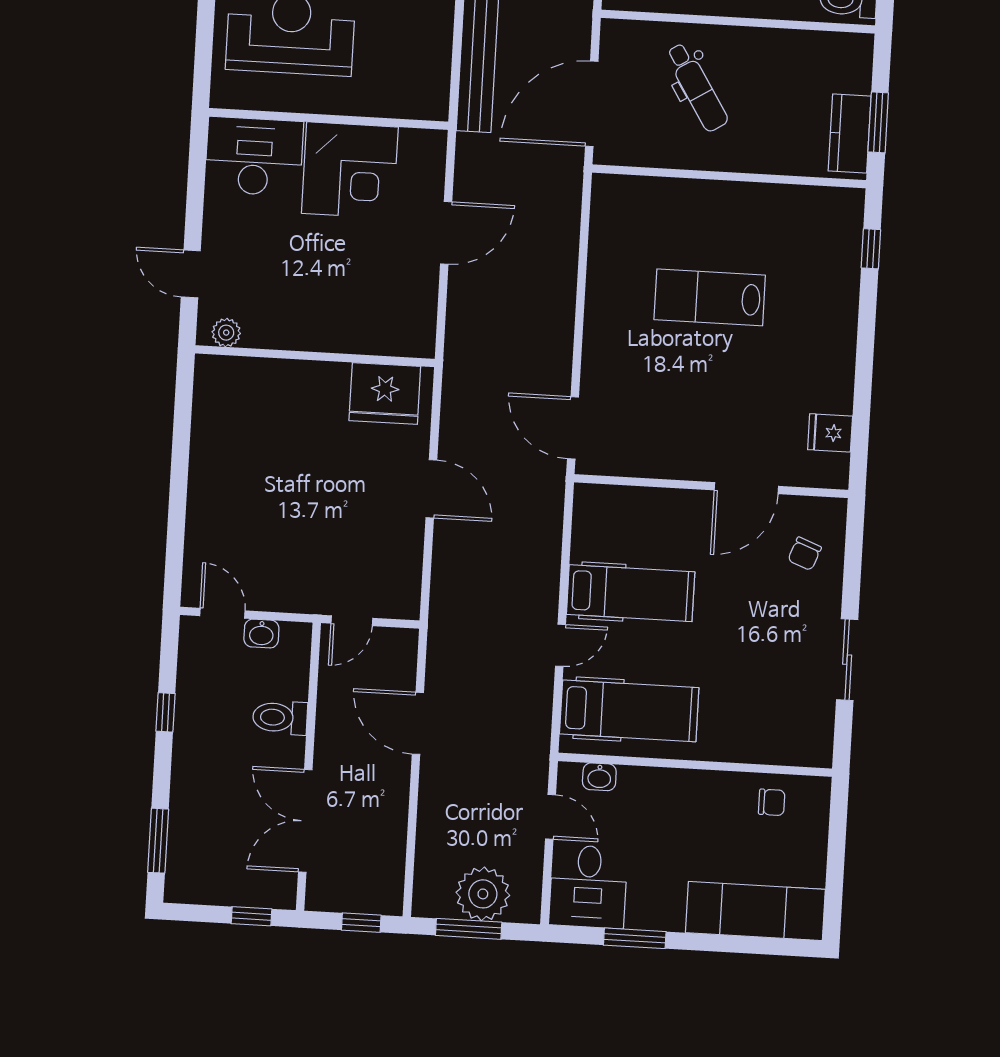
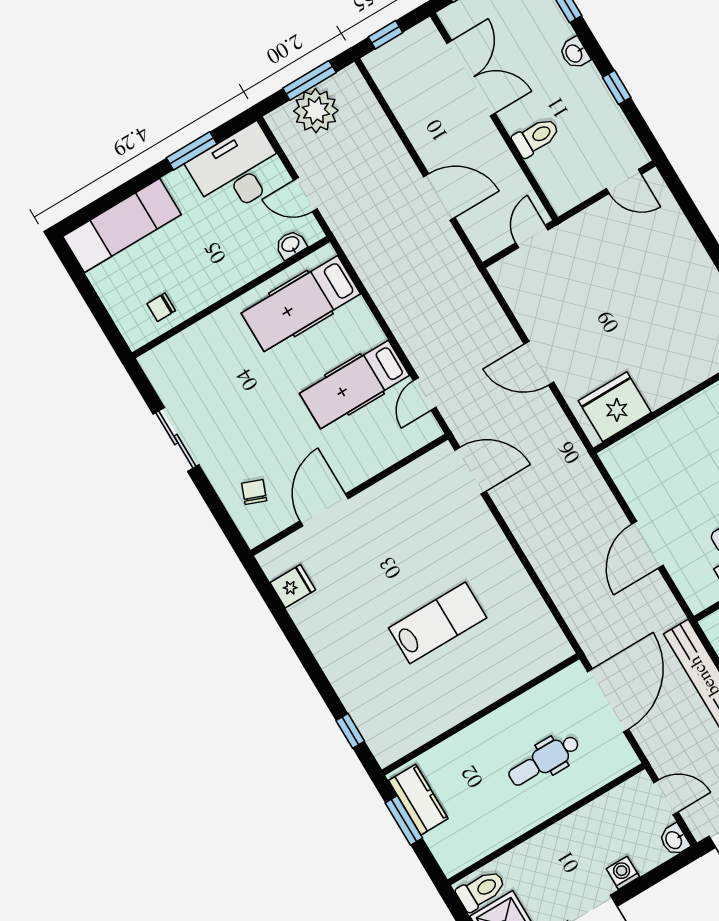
dental chair: (697, 87) -> (544, 760), turned -58
washbasin: (261, 634) -> (574, 53), moved, turned -90
door: (560, 645) -> (425, 394), moved
desk: (588, 887) -> (237, 171), width x1.37

